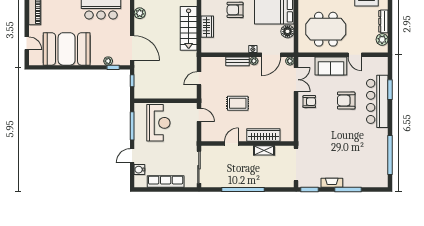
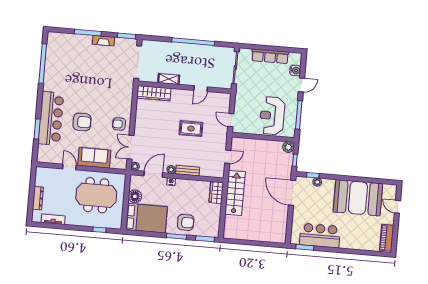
plant: (140, 13) -> (288, 147), moved
wardrobe: (207, 27) -> (216, 193), moved
stairs: (189, 28) -> (235, 193), moved
plant: (382, 39) -> (41, 180), removed
wardrobe: (263, 135) -> (154, 93), moved

